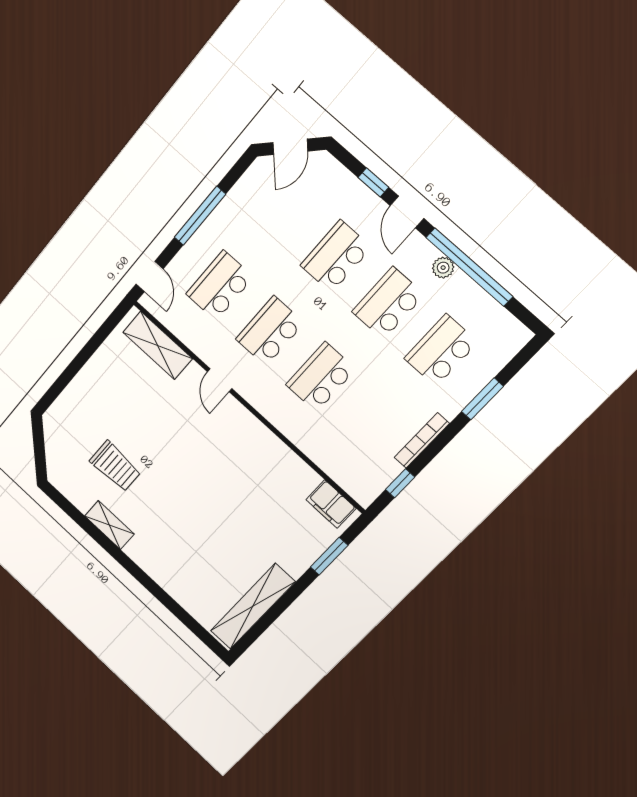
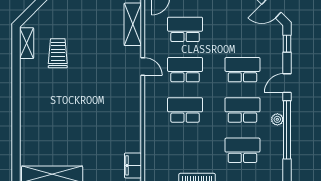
window: (373, 182) -> (287, 44), moved
door: (220, 380) -> (143, 67), swing flipped
trolley: (115, 466) -> (58, 53), turned 180
shelving: (109, 525) -> (27, 43), moved

